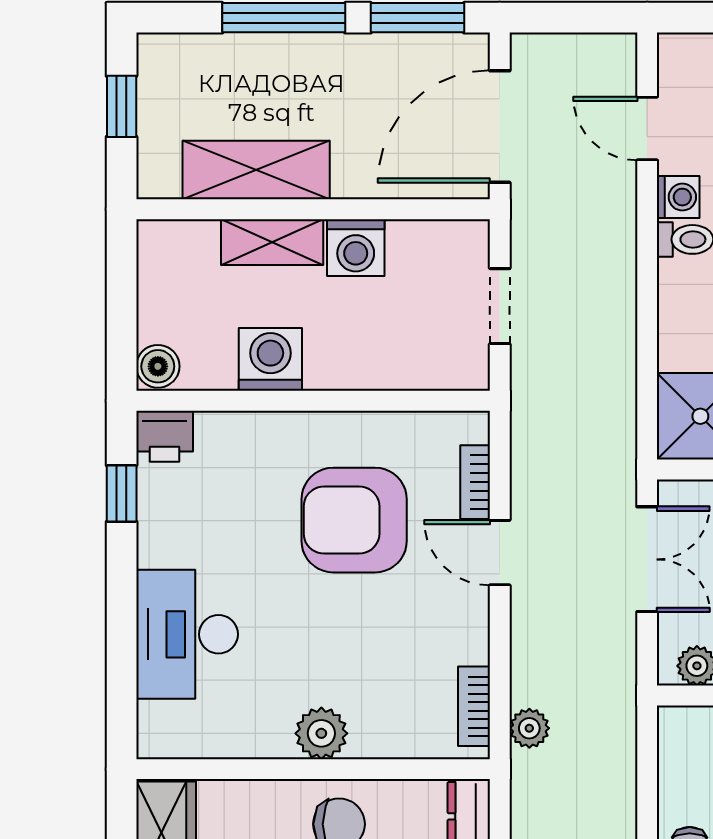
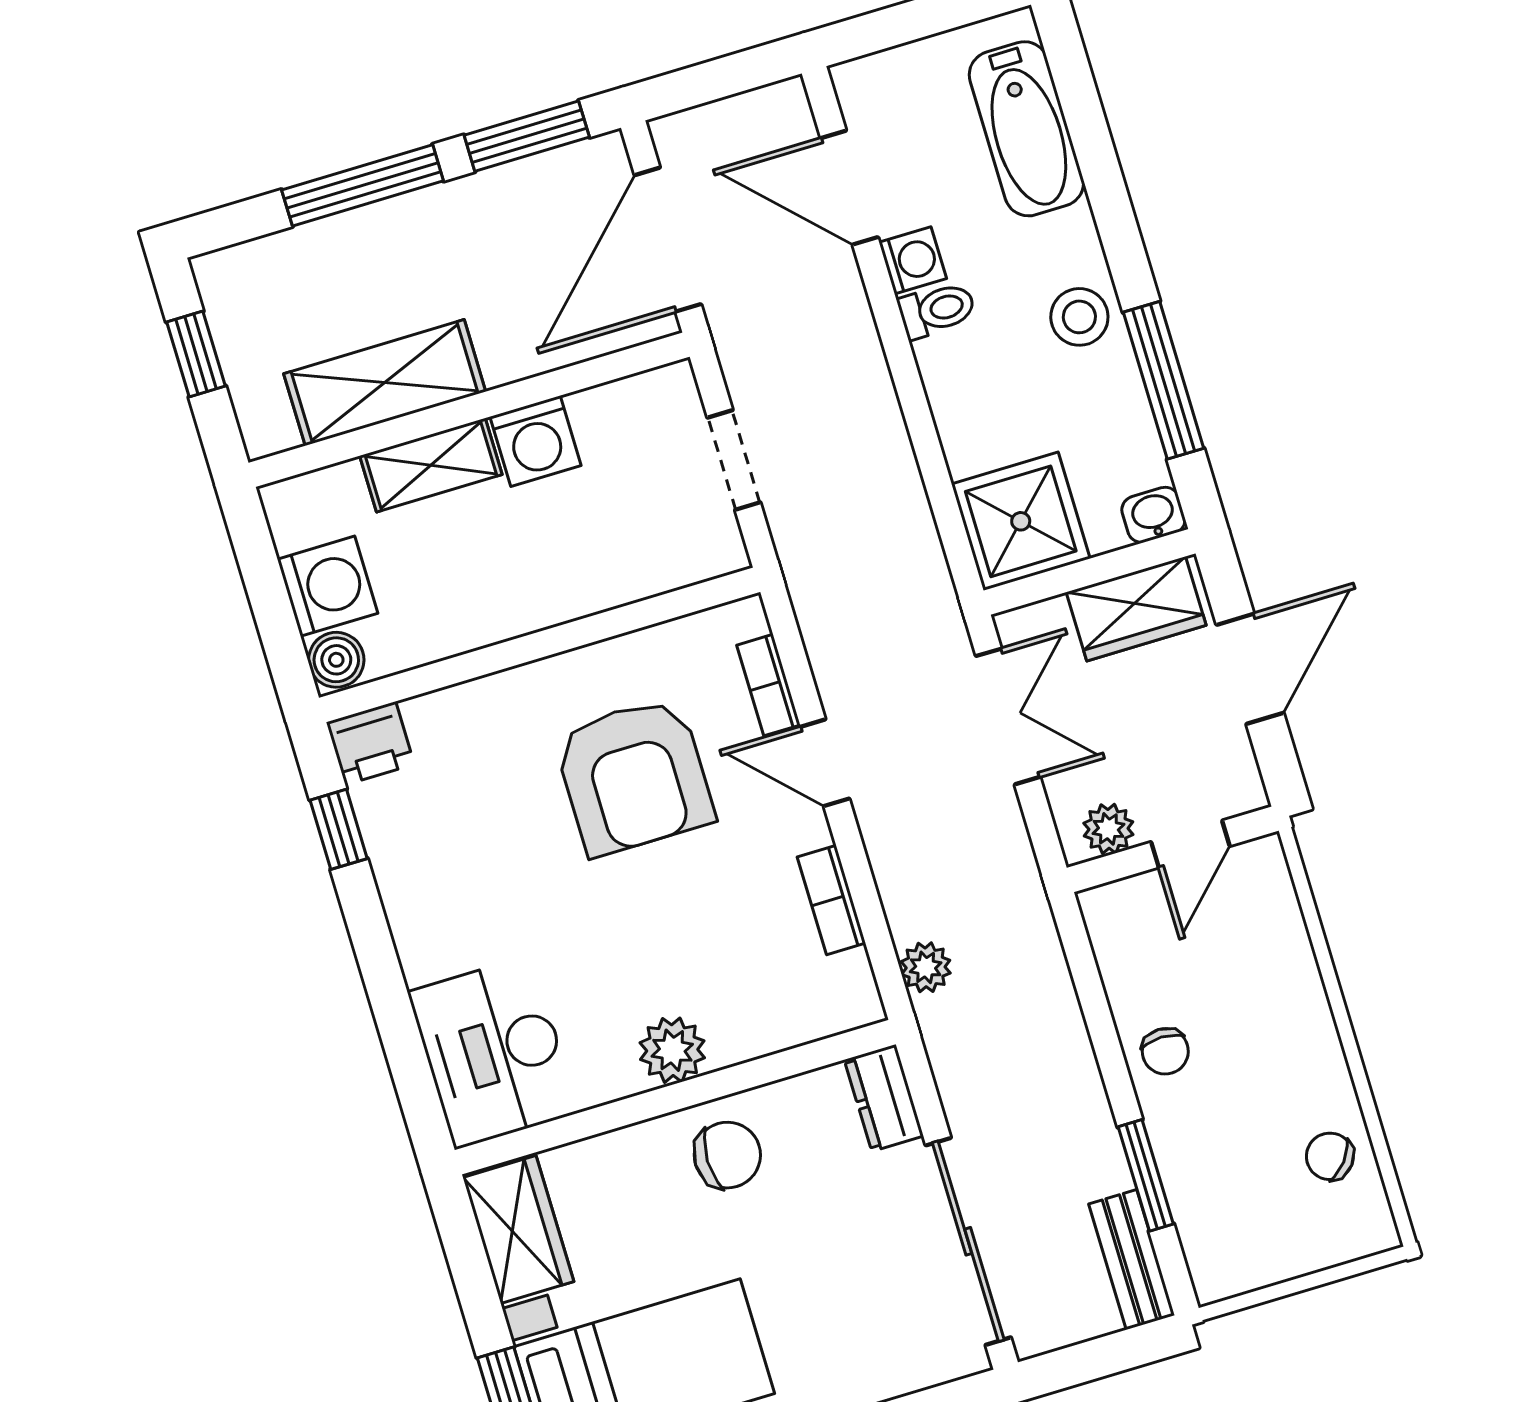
door: (647, 129) -> (849, 188), width x1.38
washing machine: (270, 359) -> (328, 586), moved, turned 90
armchair: (354, 520) -> (634, 776), turned -90
desk: (187, 634) -> (493, 1052), moved
bookcase: (474, 706) -> (831, 900), moved

